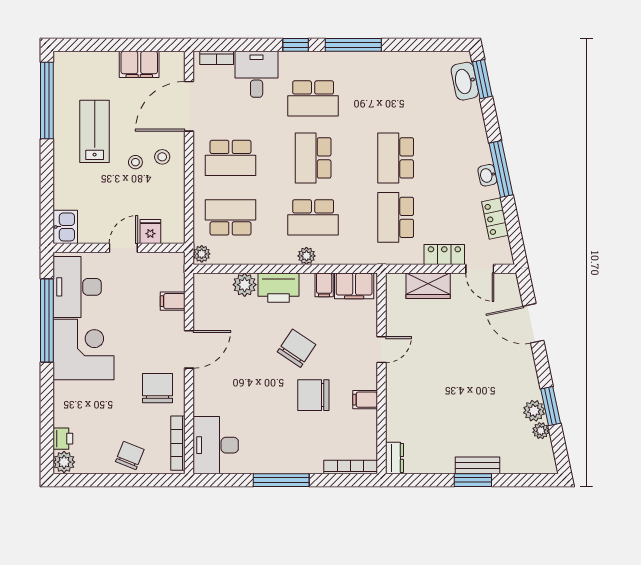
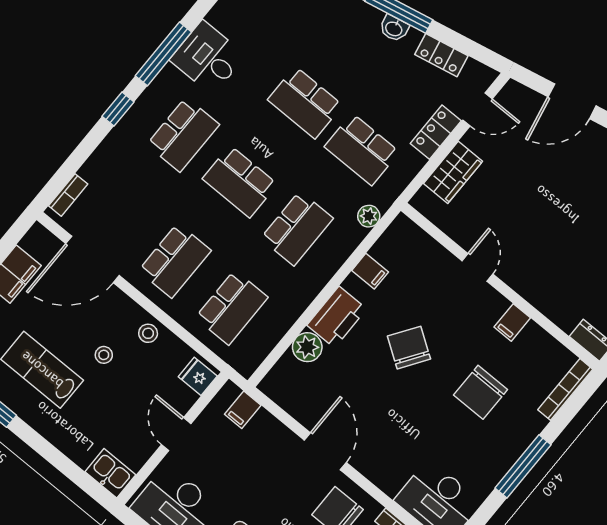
desk: (257, 74) -> (208, 58), moved
door: (189, 106) -> (93, 259), hinge flipped
stool: (162, 157) -> (148, 333), moved
school desk: (231, 217) -> (232, 307), turned 180
fridge: (150, 232) -> (198, 376), moved
plant: (202, 254) -> (244, 364), removed
plant: (306, 256) -> (369, 216), moved
filing cabinet: (354, 286) -> (395, 243), removed
filing cabinet: (173, 301) -> (243, 410), moved
chair: (313, 395) -> (481, 392), moved

